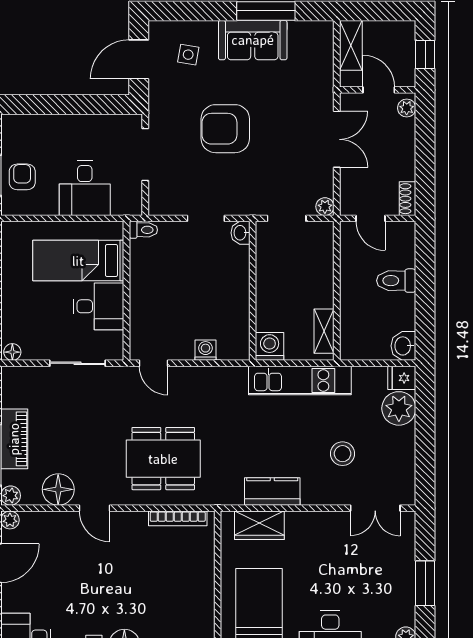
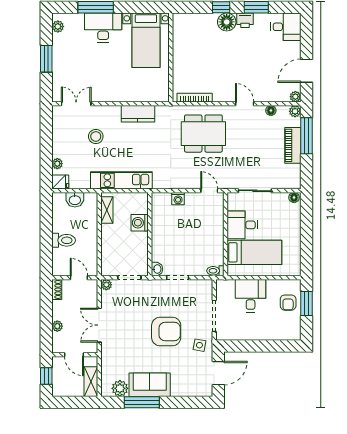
plant: (302, 34) -> (120, 388), added
side table: (188, 55) -> (199, 345), moved
plant: (407, 108) -> (57, 326), moved
washing machine: (270, 346) -> (140, 223), moved, turned 90
washbasin: (403, 346) -> (75, 200), moved, turned 90
plant: (399, 408) -> (57, 164), width x0.53, depth x0.53
floor lamp: (58, 489) -> (271, 110), width x0.53, depth x0.53
wardrobe: (259, 525) -> (146, 93), removed

